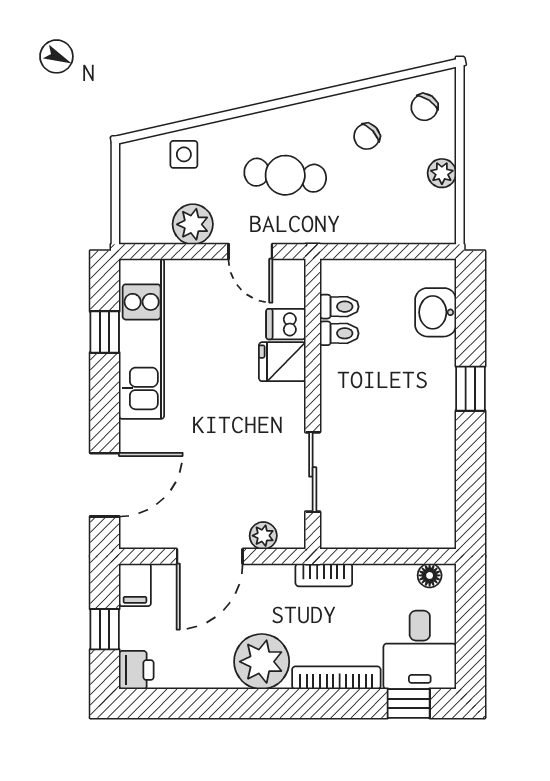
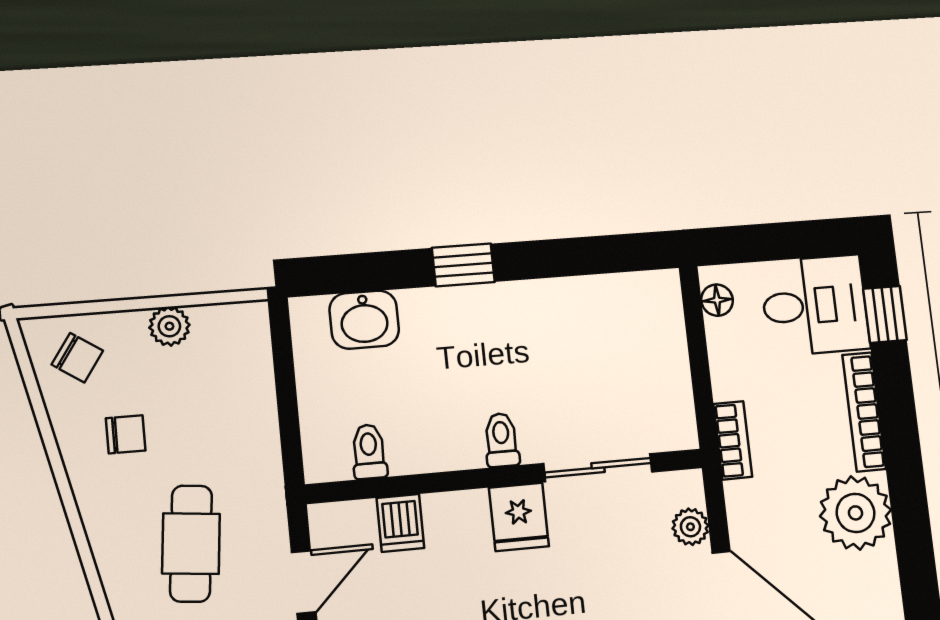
chair: (367, 136) -> (126, 434), turned -47
toilet: (339, 333) -> (501, 440), moved
fridge: (282, 362) -> (519, 517), moved

